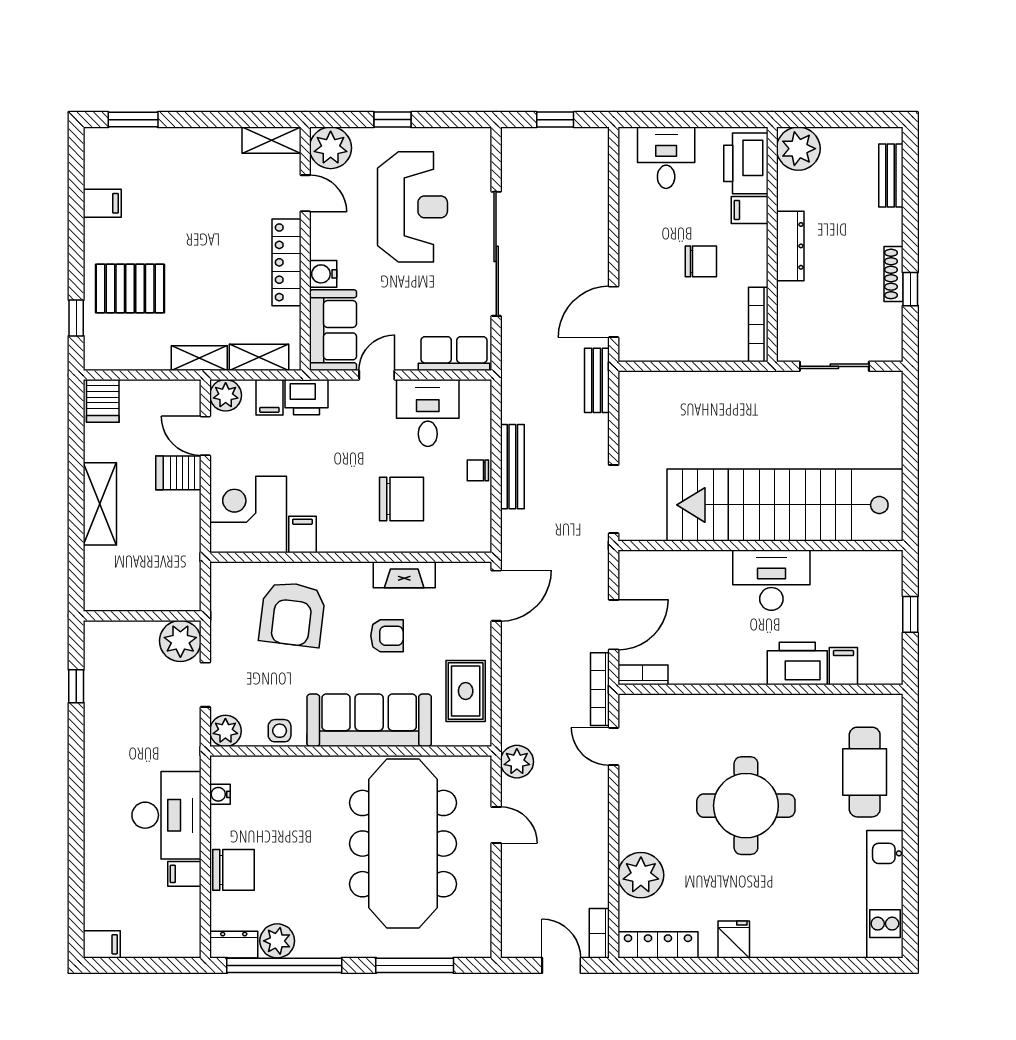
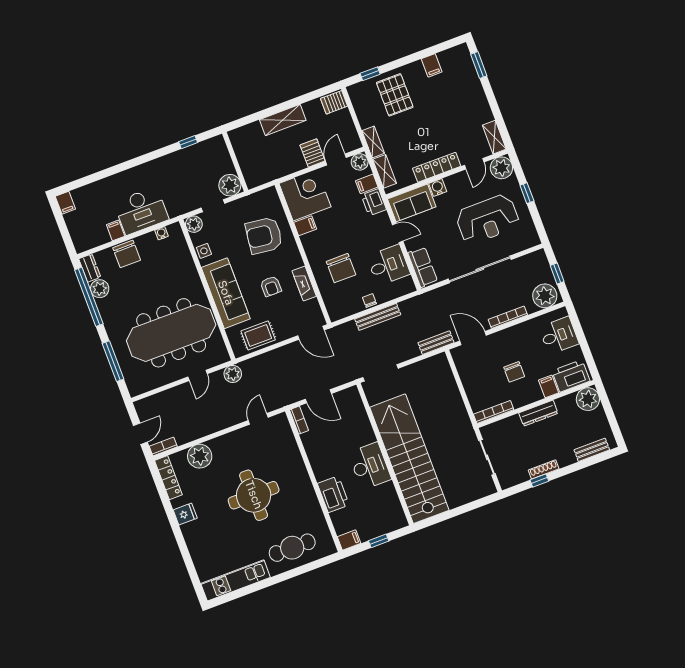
plant: (587, 156) -> (545, 296), added
filing cabinet: (843, 666) -> (349, 540), moved
bookcase: (600, 689) -> (508, 317), moved

